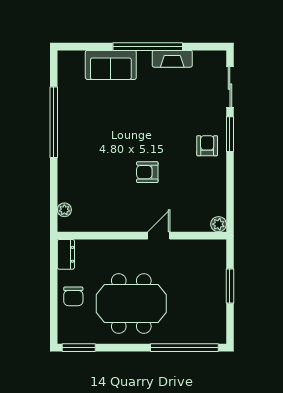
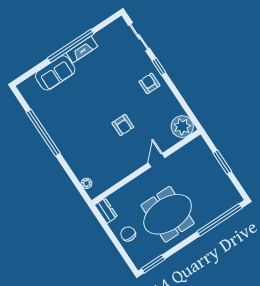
fireplace: (172, 59) -> (82, 50), moved
window: (230, 134) -> (159, 67), width x0.67
armchair: (147, 172) -> (123, 125), turned -90
plant: (219, 224) -> (182, 127), width x1.88, depth x1.88
chair: (73, 296) -> (128, 234), turned 180

